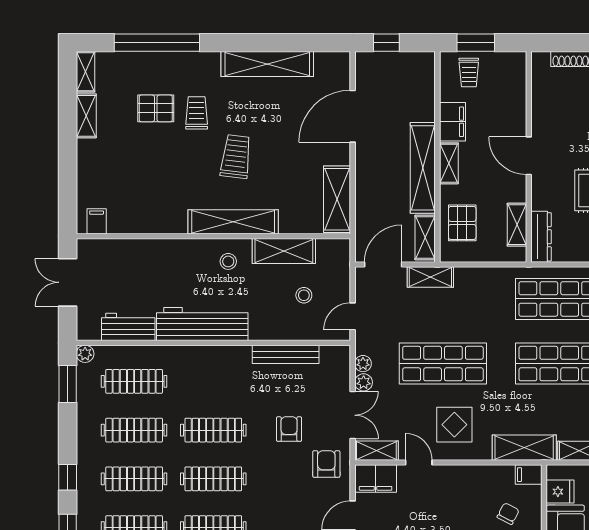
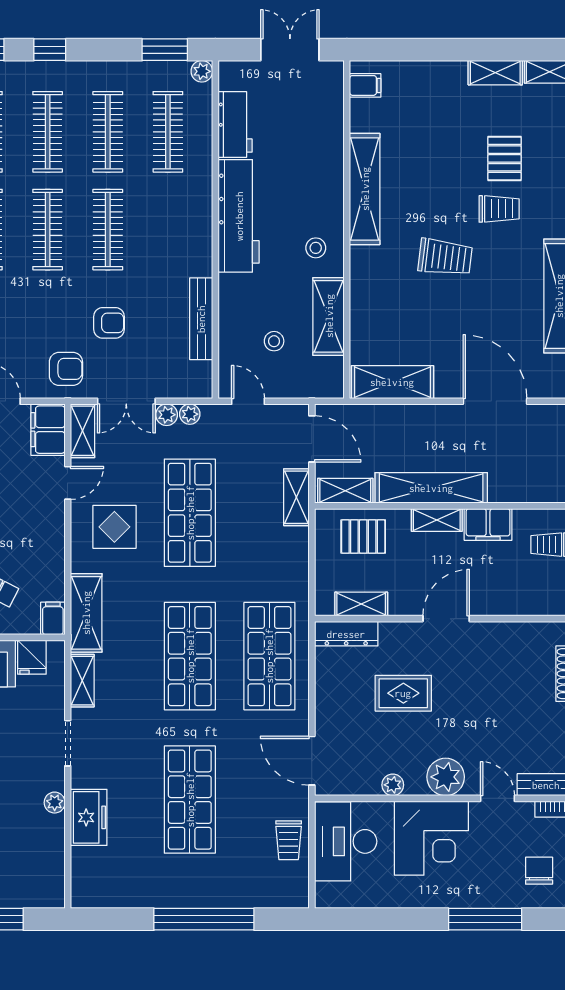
shelving: (233, 222) -> (365, 189), moved

